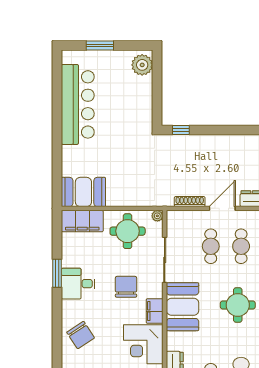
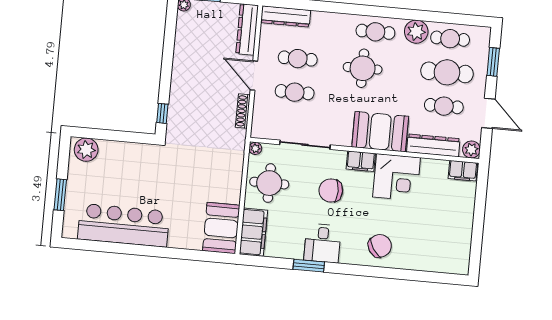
booth: (183, 307) -> (380, 132), moved

